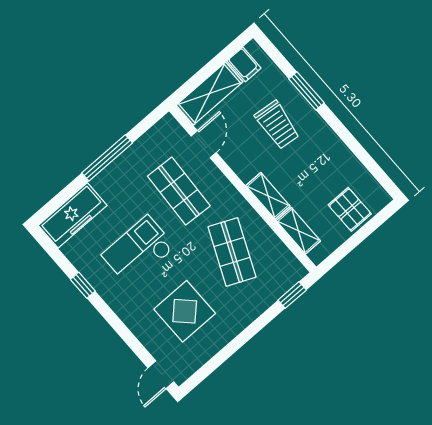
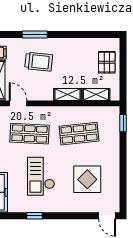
pallet: (350, 209) -> (107, 62), turned 90
shop shelf: (232, 252) -> (79, 134), turned -30

